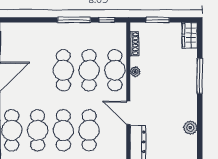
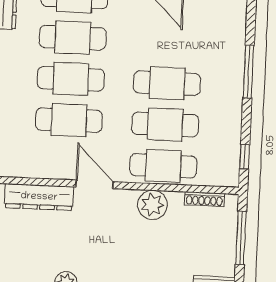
window: (74, 20) -> (248, 72), moved
window: (158, 20) -> (241, 238), width x1.44
plant: (135, 72) -> (152, 205), width x1.88, depth x1.88
door: (128, 113) -> (94, 184), hinge flipped

